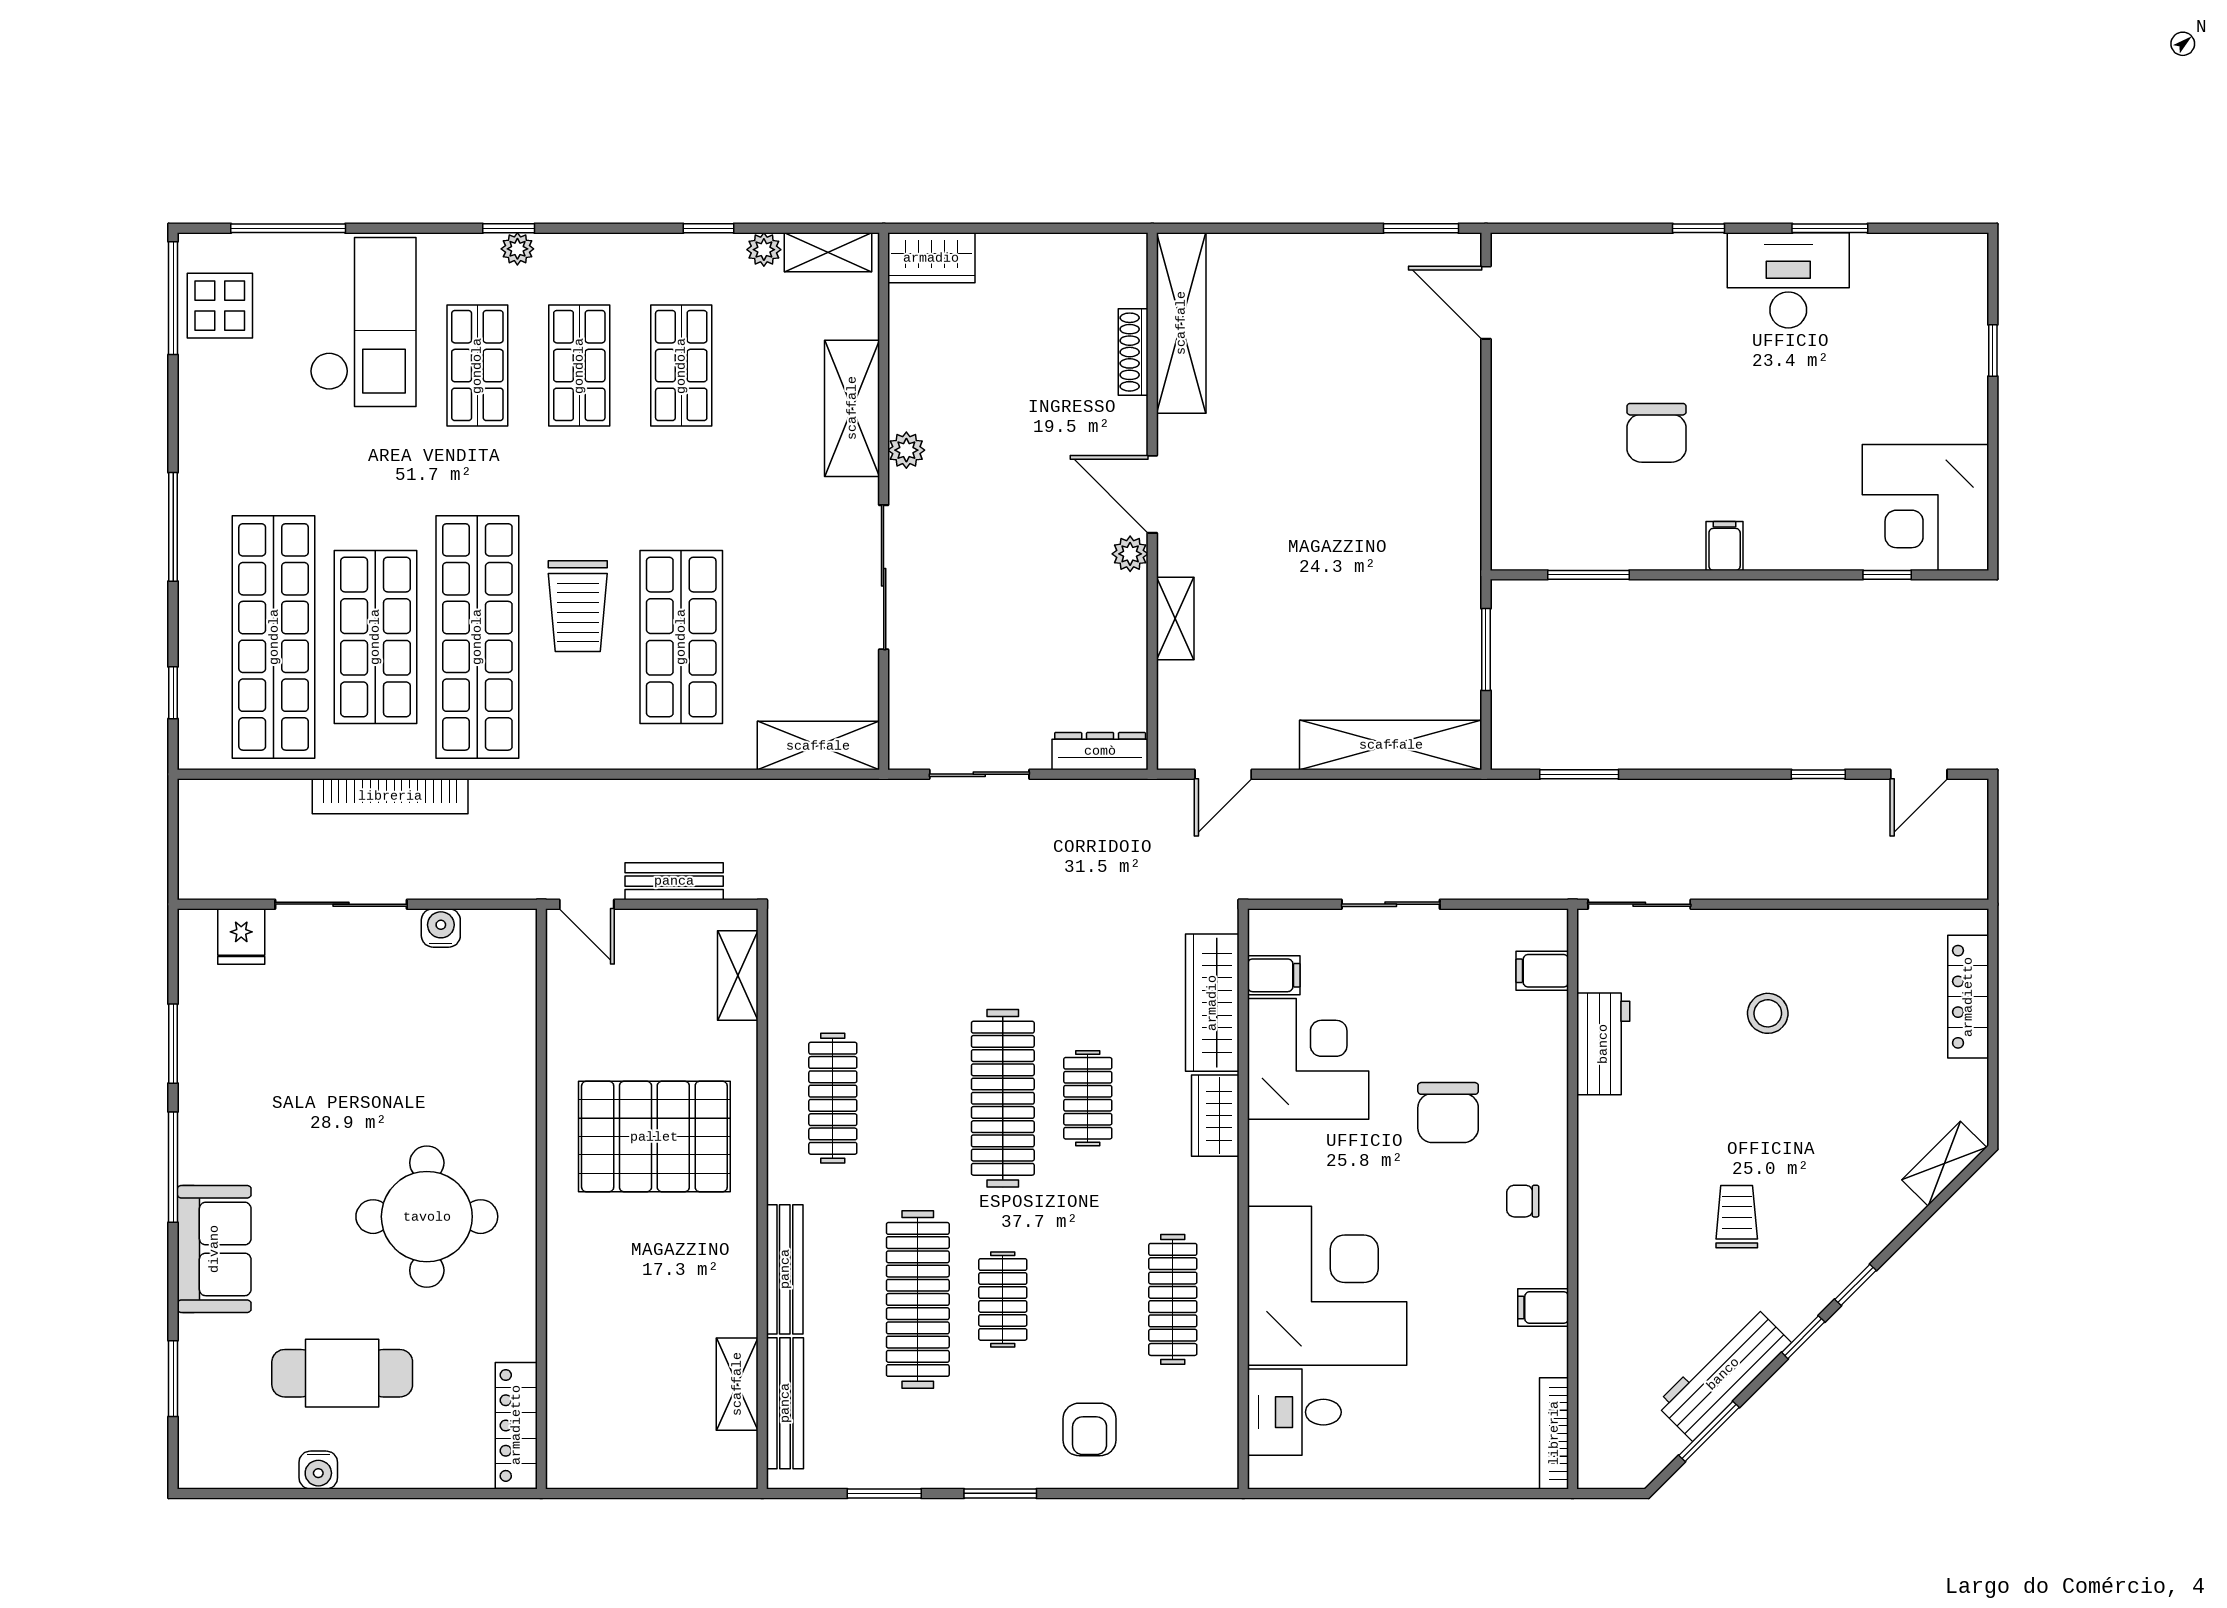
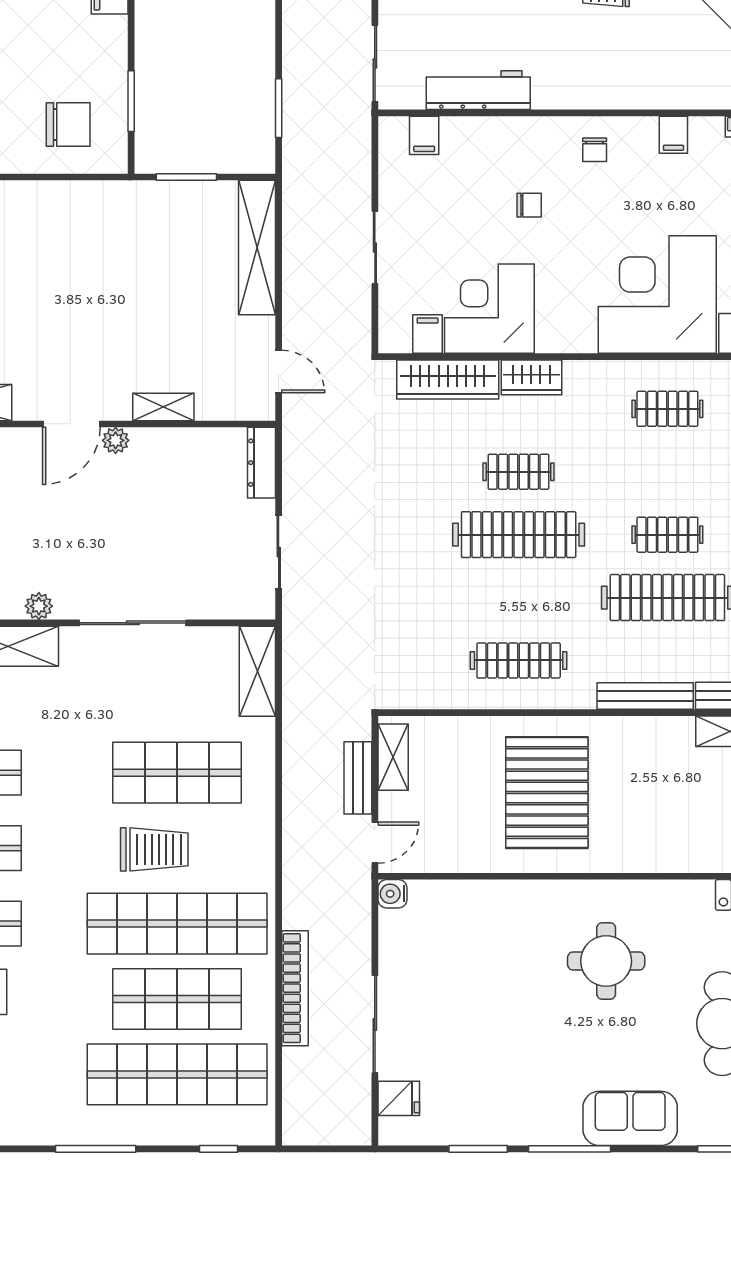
chair: (1656, 433) -> (68, 124), moved
water cooler: (441, 928) -> (392, 894), moved
shelving: (738, 975) -> (393, 757), moved, turned 90
workbench: (1603, 1044) -> (478, 90), width x1.38
chair: (1448, 1113) -> (529, 205), width x0.54, depth x0.54
round table: (427, 1217) -> (606, 961), width x0.73, depth x0.73
clothes rail: (1173, 1299) -> (667, 409), width x0.73

